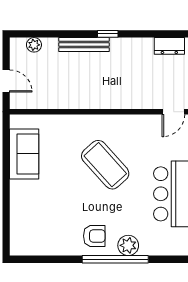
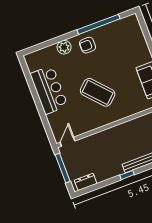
window: (115, 259) -> (98, 24), moved

